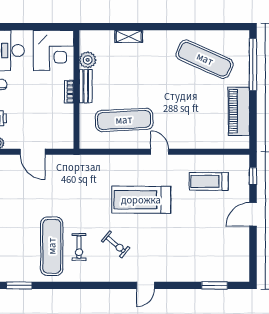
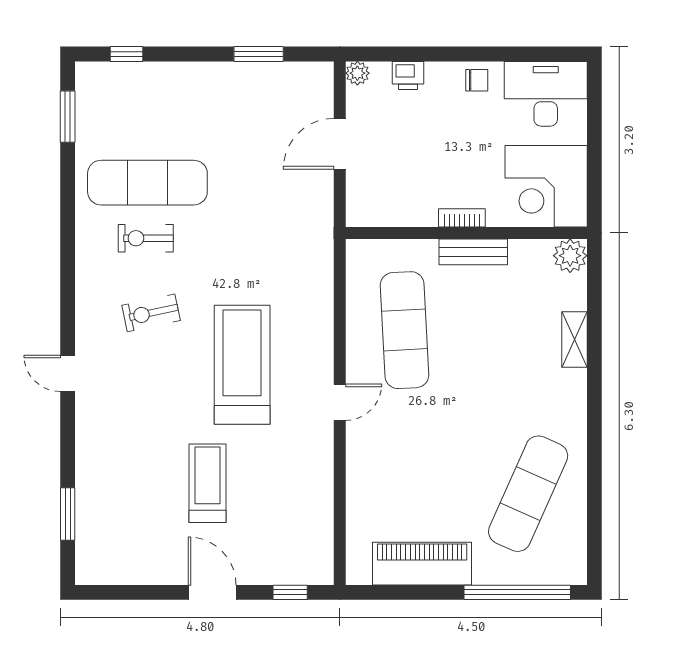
plant: (88, 60) -> (570, 256), moved
treadmill: (209, 181) -> (208, 483), moved
exercise bike: (116, 244) -> (151, 313), turned 38

